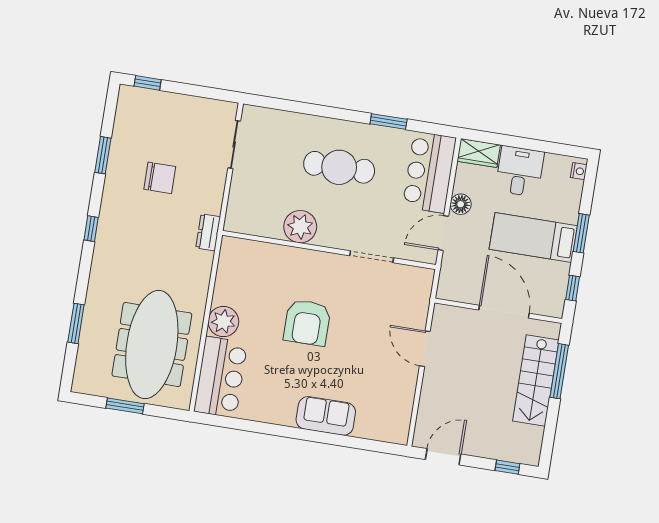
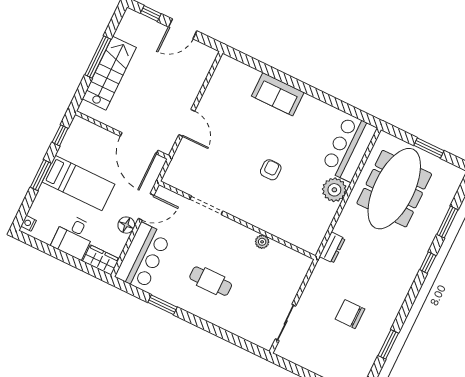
cafe table: (339, 167) -> (211, 281), width x0.73, depth x0.74
plant: (300, 227) -> (262, 242), width x0.53, depth x0.53
window: (91, 229) -> (428, 263), moved
dresser: (208, 232) -> (332, 248), moved
door: (504, 312) -> (139, 143), moved
armchair: (307, 323) -> (271, 170), width x0.53, depth x0.53
window: (559, 371) -> (98, 57), moved
door: (443, 457) -> (183, 29), moved

